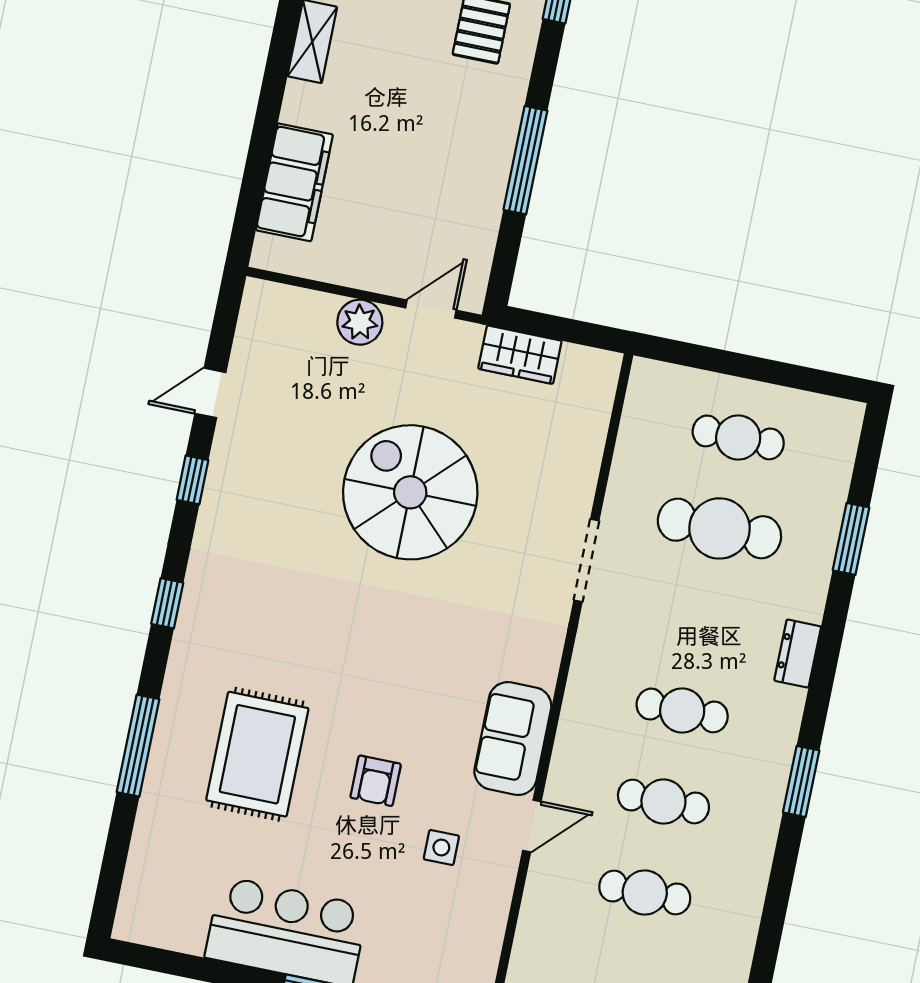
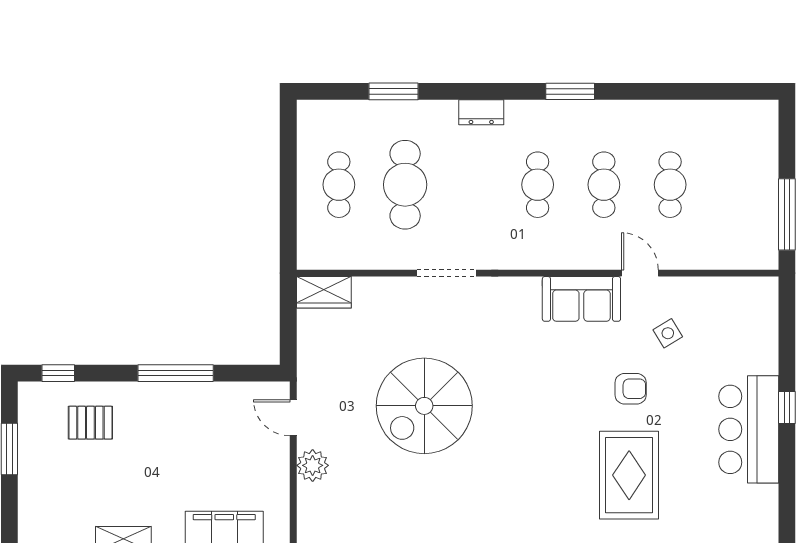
wardrobe: (520, 355) -> (324, 292), moved, turned 90
rug: (257, 754) -> (629, 475), turned 90
side table: (441, 847) -> (668, 333), turned -31

